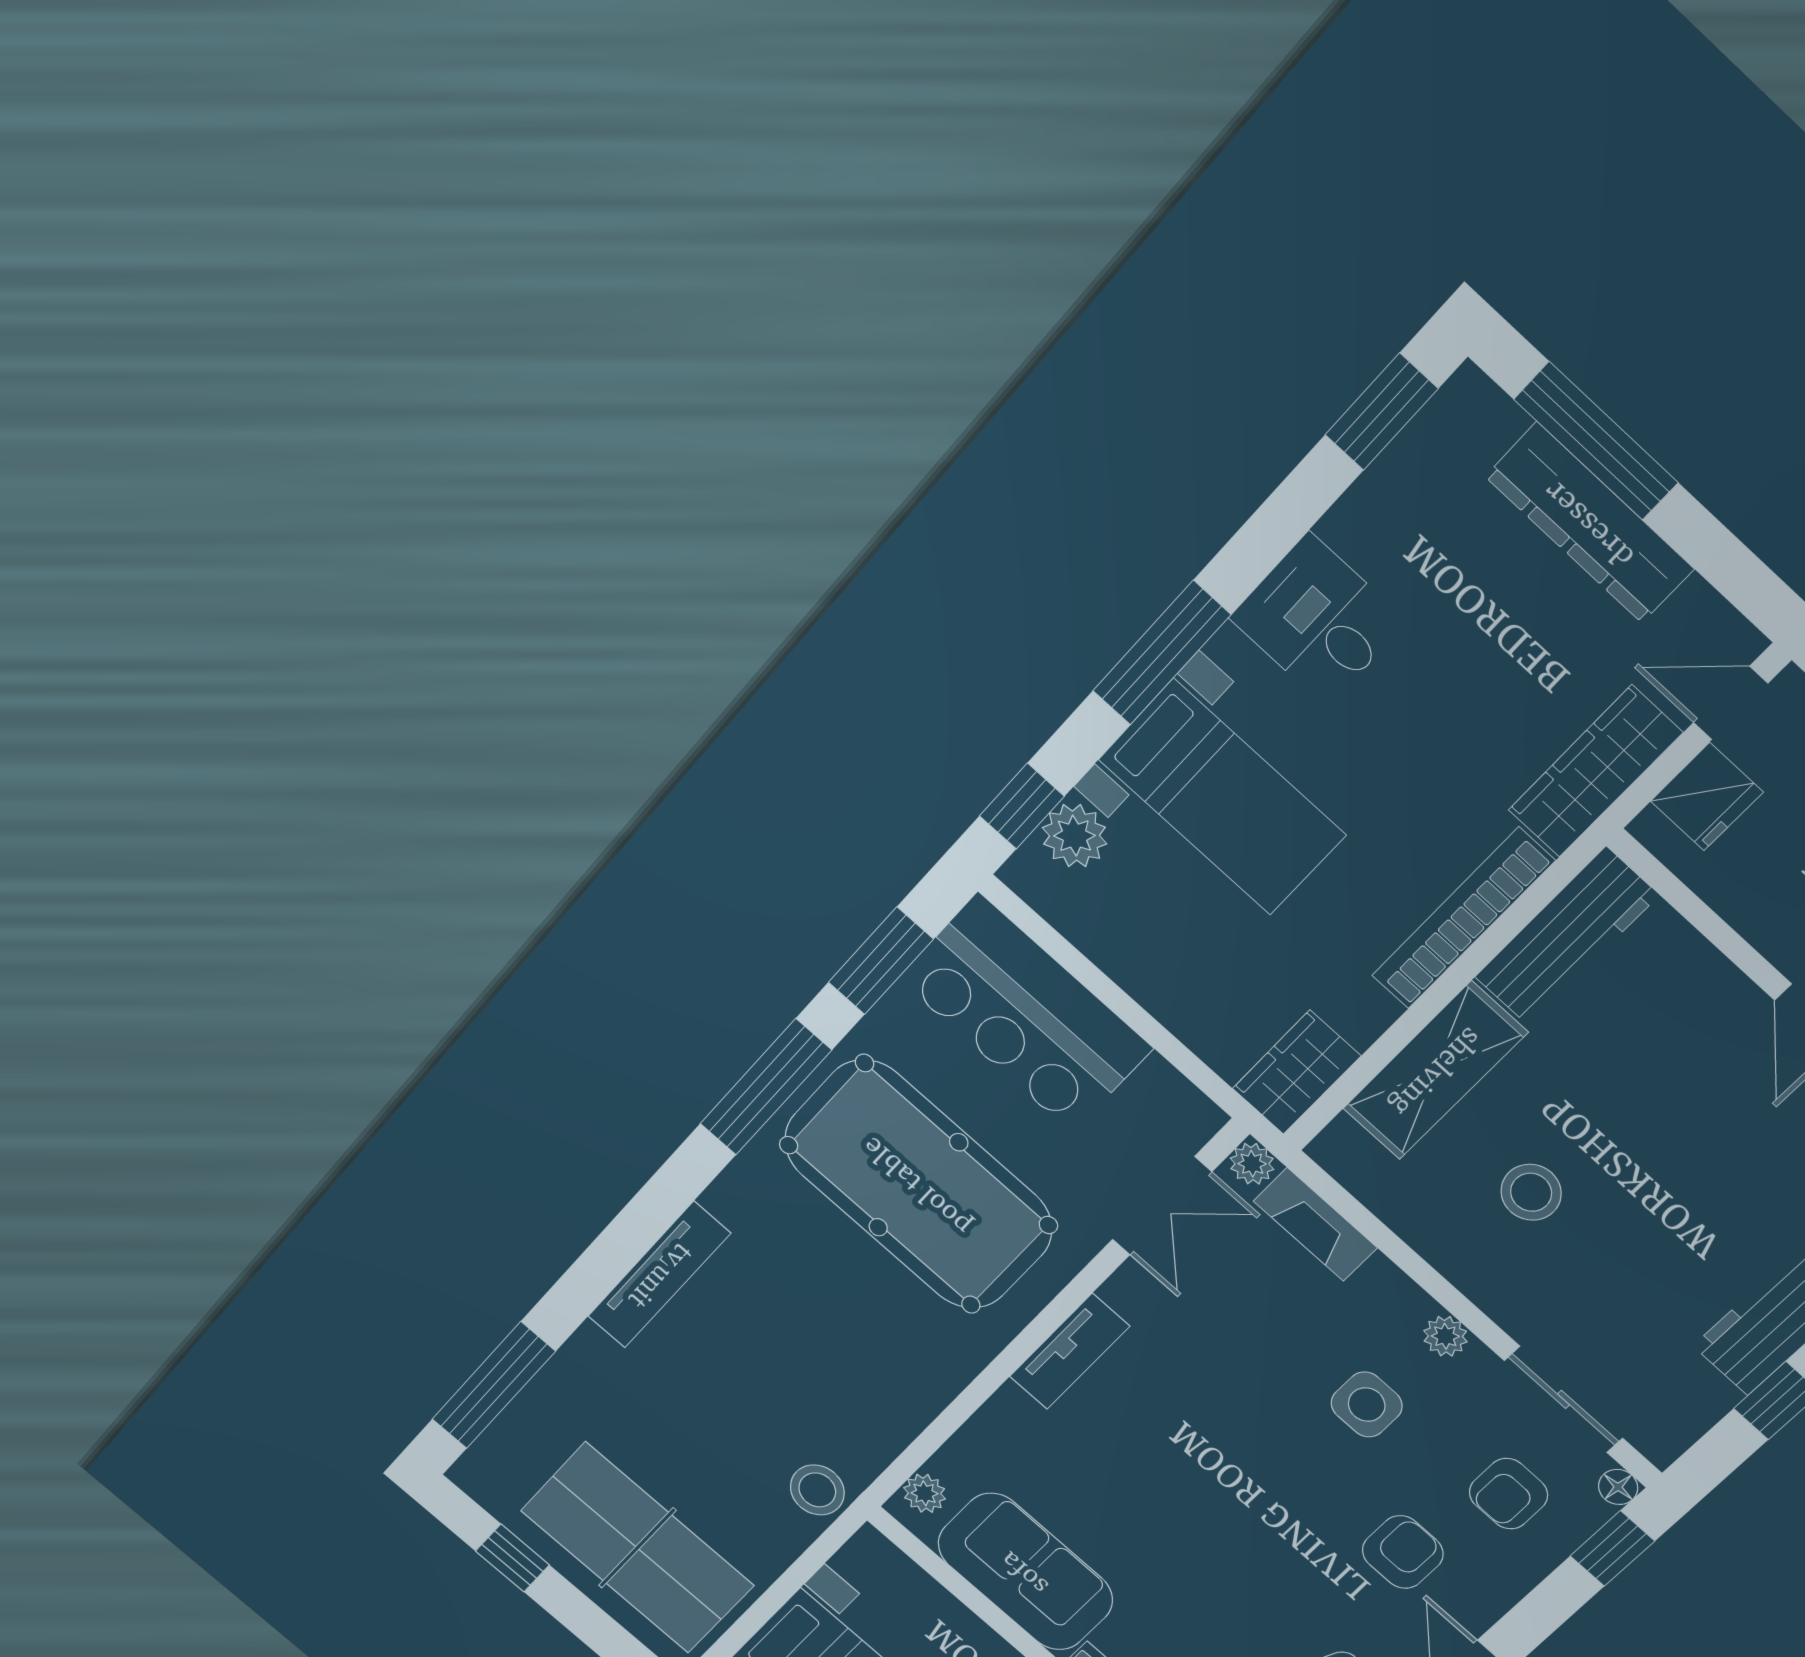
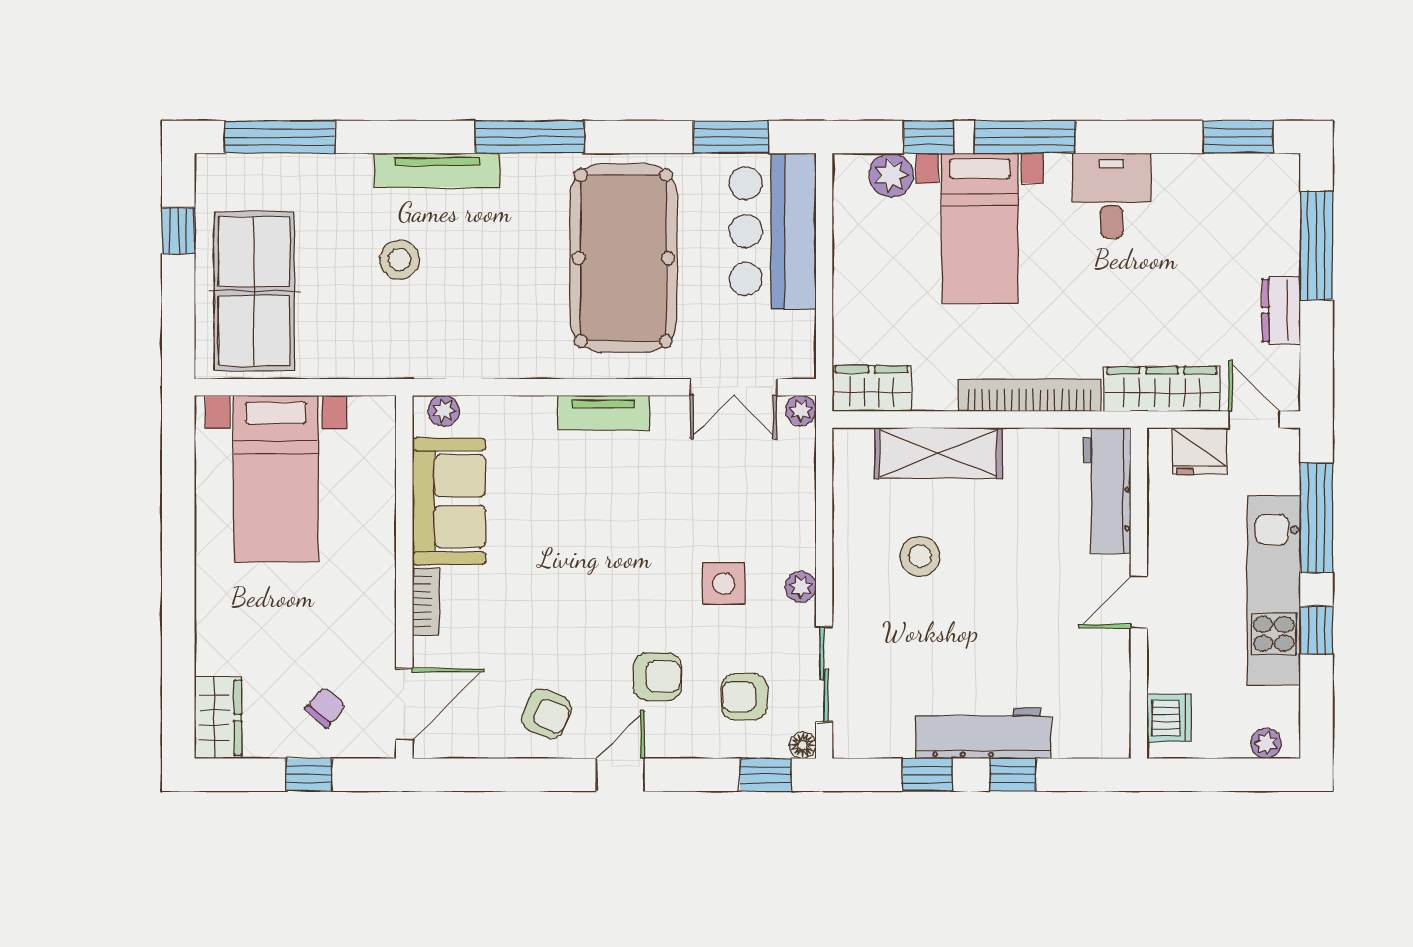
dresser: (1590, 523) -> (1281, 310), width x0.51, depth x0.80
window: (1022, 806) -> (929, 137), moved
workbench: (1567, 936) -> (1107, 490), moved, turned 90
window: (766, 1087) -> (530, 137), moved
fireplace: (1315, 1224) -> (798, 470), removed
stool: (817, 1490) -> (400, 260), moved

